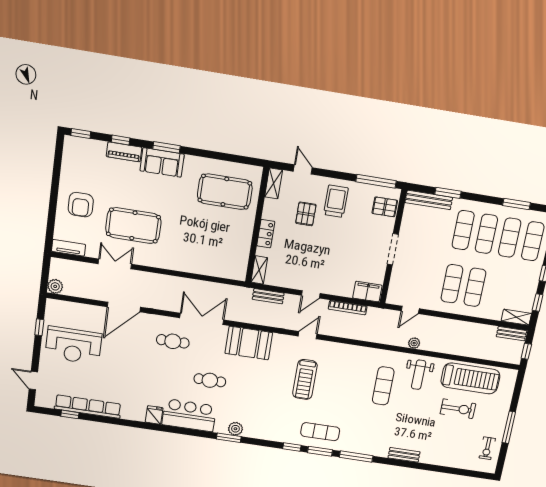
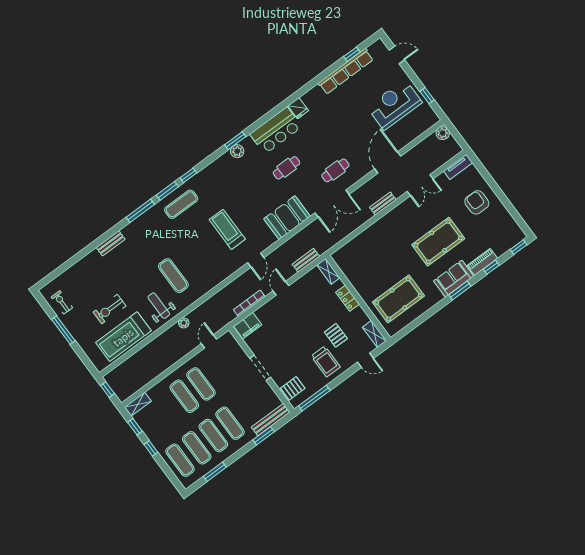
pool table: (133, 226) -> (438, 242), moved
bench: (511, 334) -> (383, 203), moved

